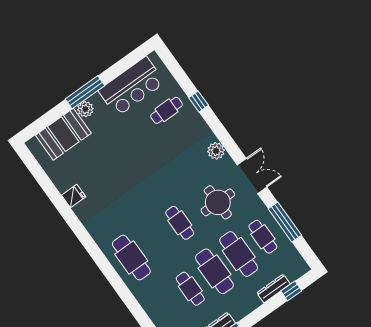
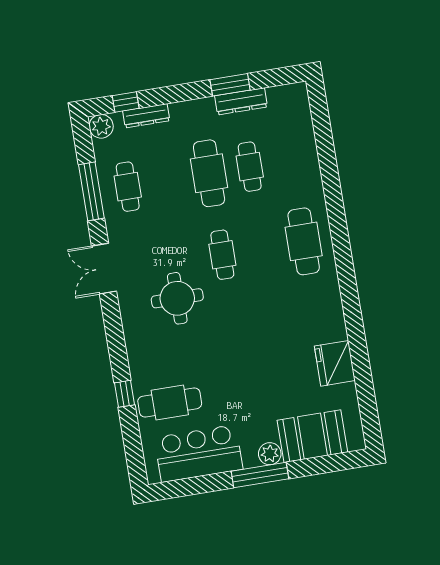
cafe table: (166, 110) -> (170, 402), width x1.37, depth x1.35
plant: (216, 151) -> (101, 126), moved
fridge: (74, 196) -> (335, 363), width x1.88, depth x1.34
round table: (218, 202) -> (177, 298), moved
cafe table: (239, 254) -> (168, 180), removed

